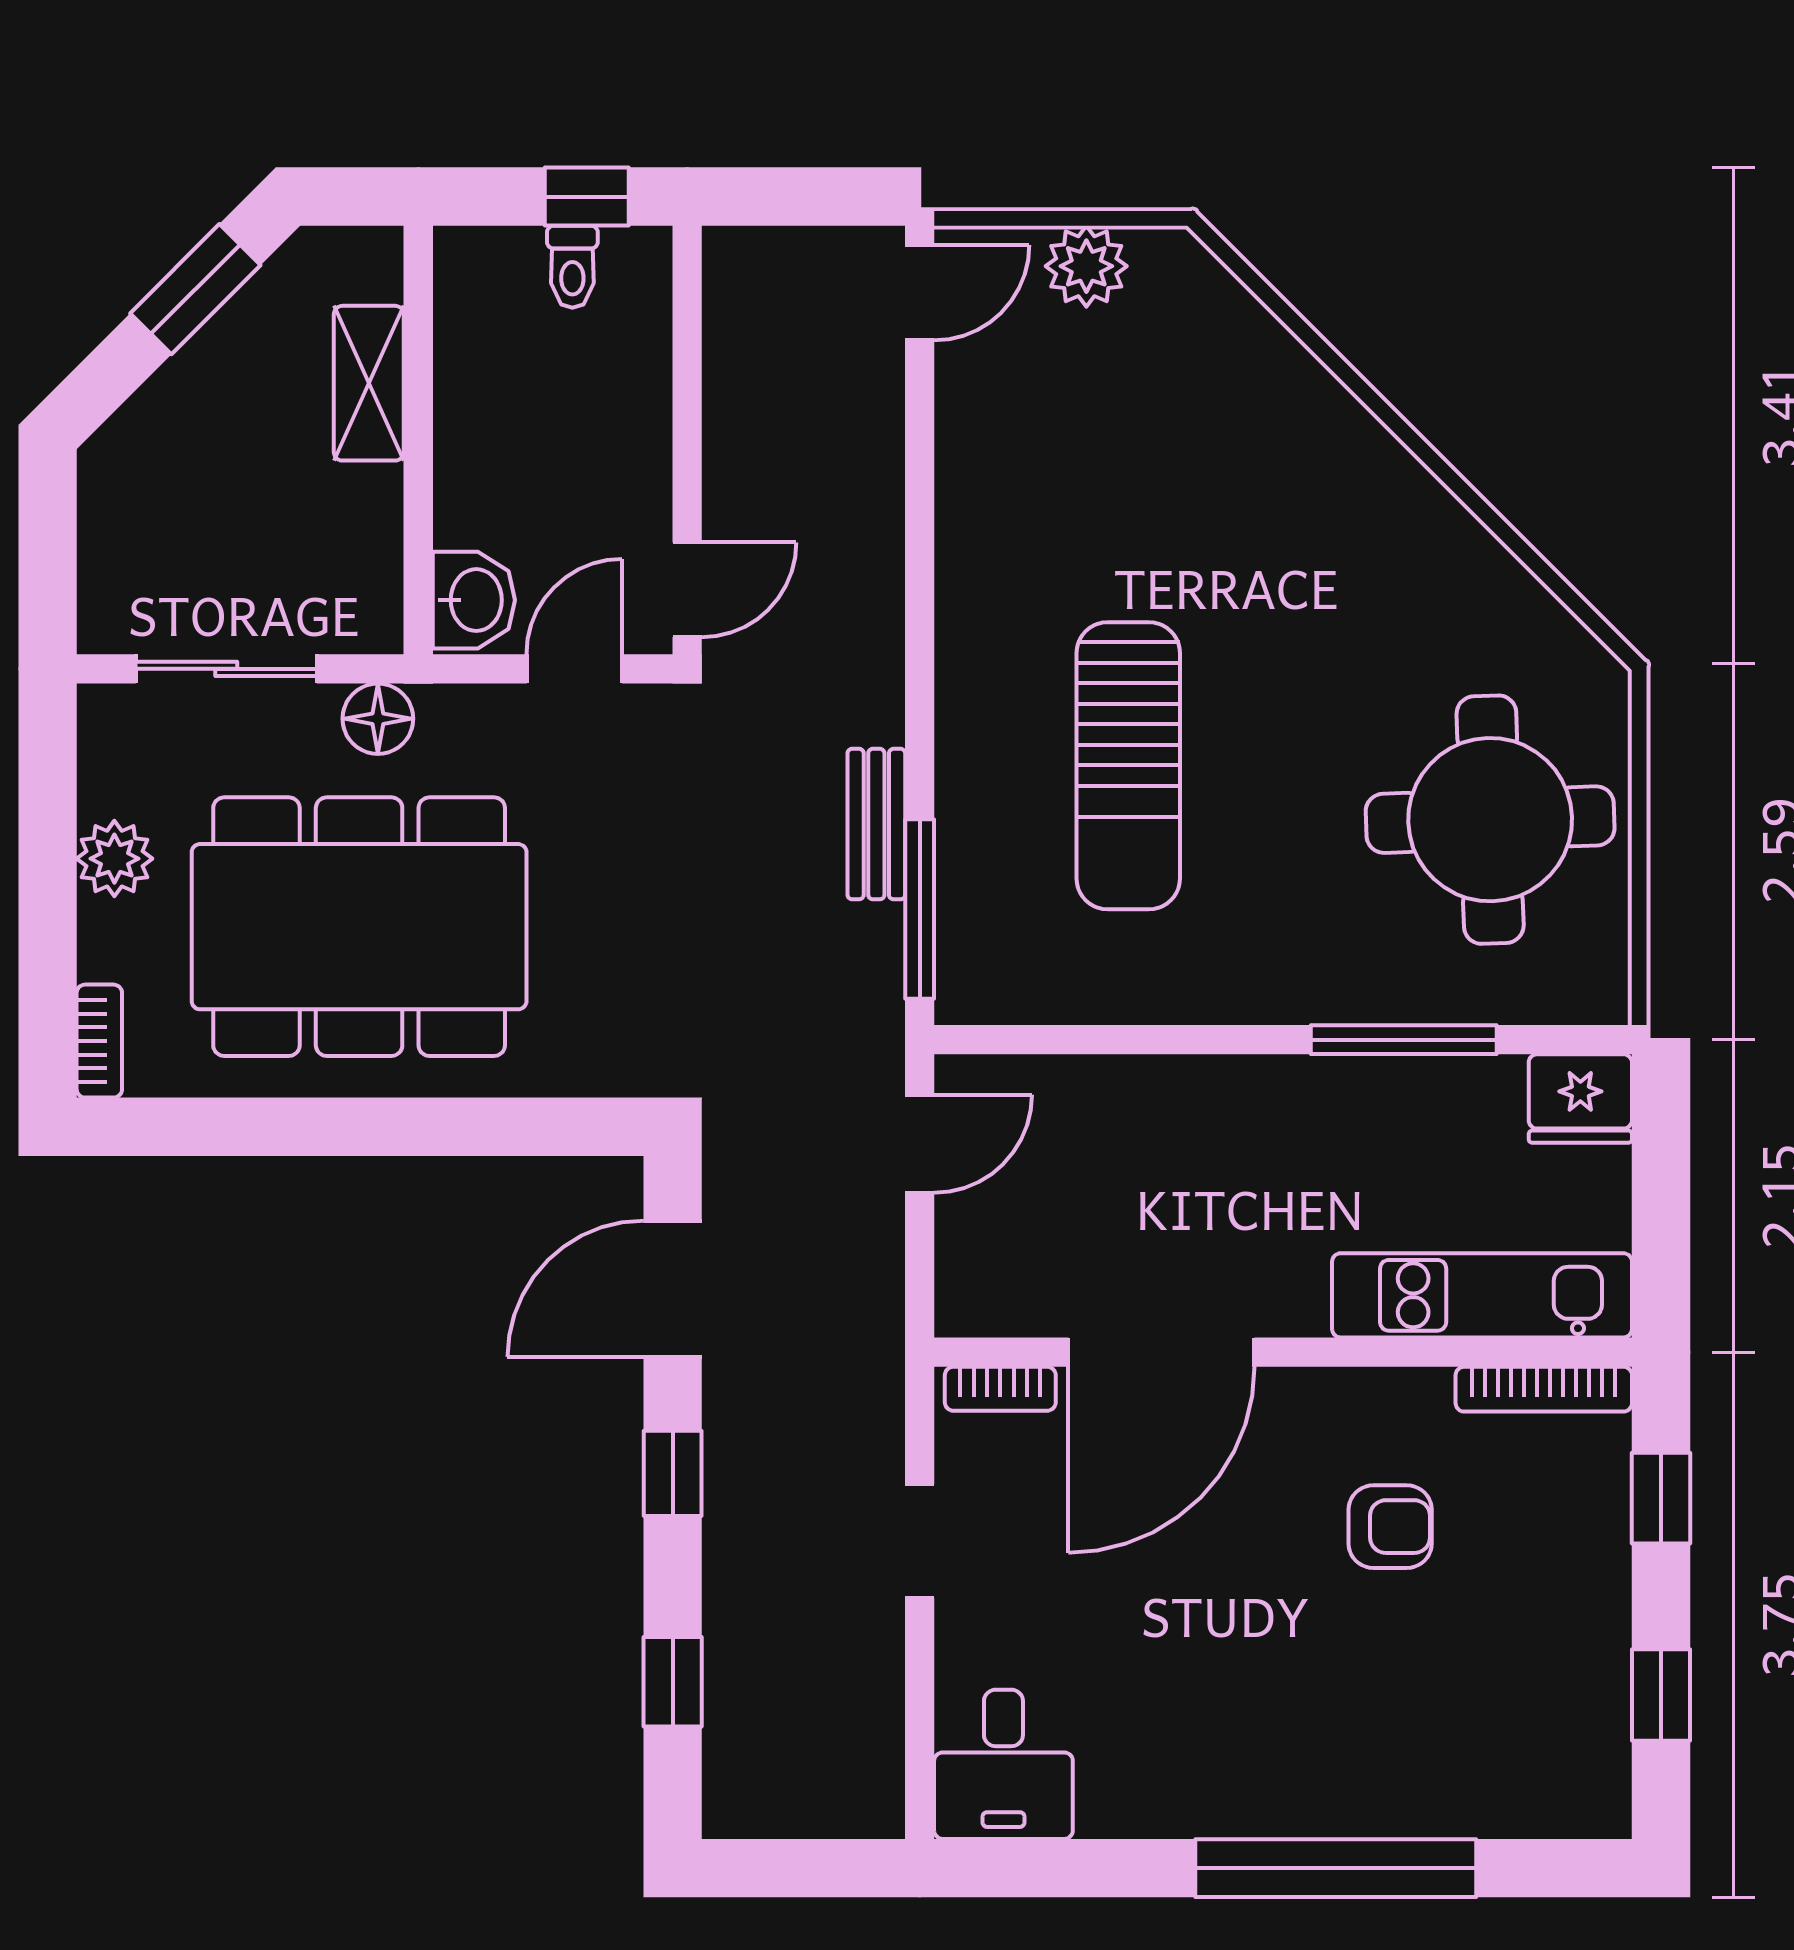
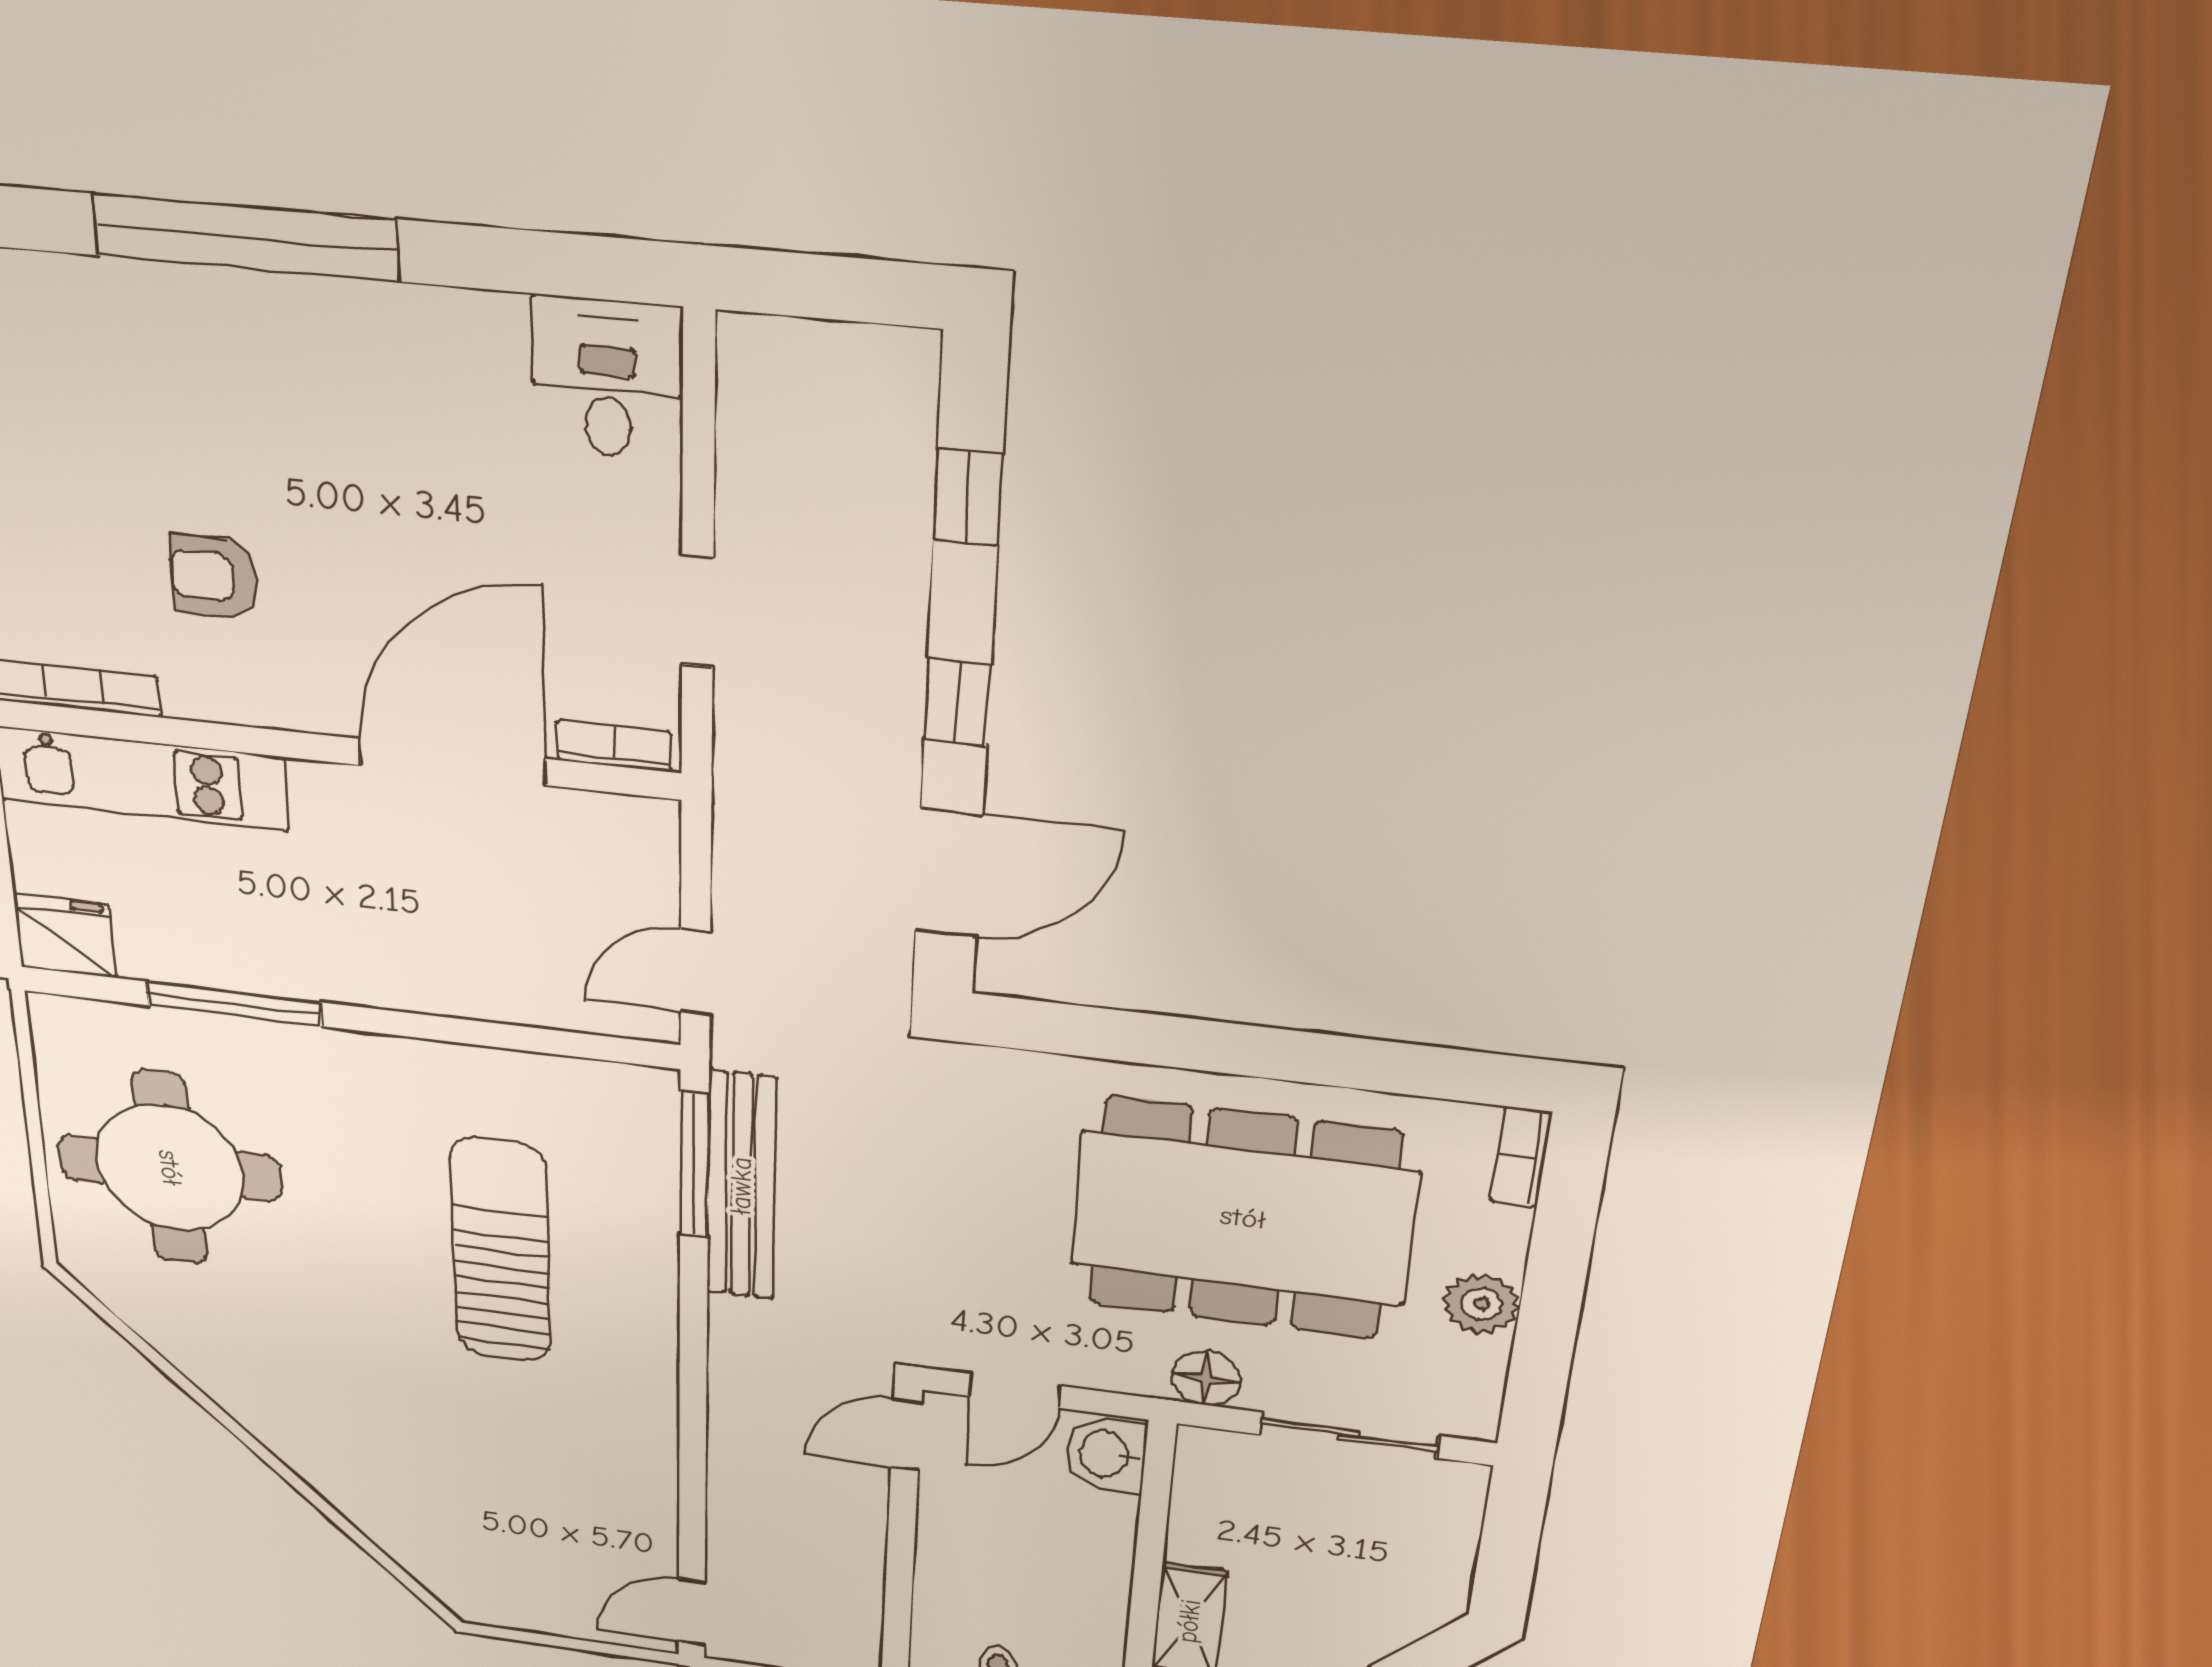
plant: (1086, 266) -> (548, 1609), removed
bench: (876, 824) -> (741, 1186), width x1.86, depth x1.21

